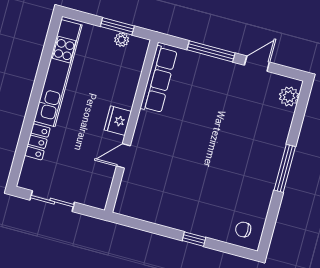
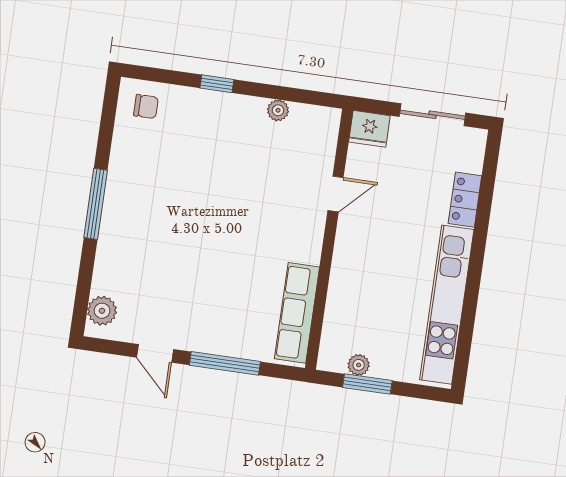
door: (257, 64) -> (155, 353), hinge flipped
fridge: (118, 121) -> (369, 129), moved, turned 90
plant: (155, 216) -> (278, 110), added

